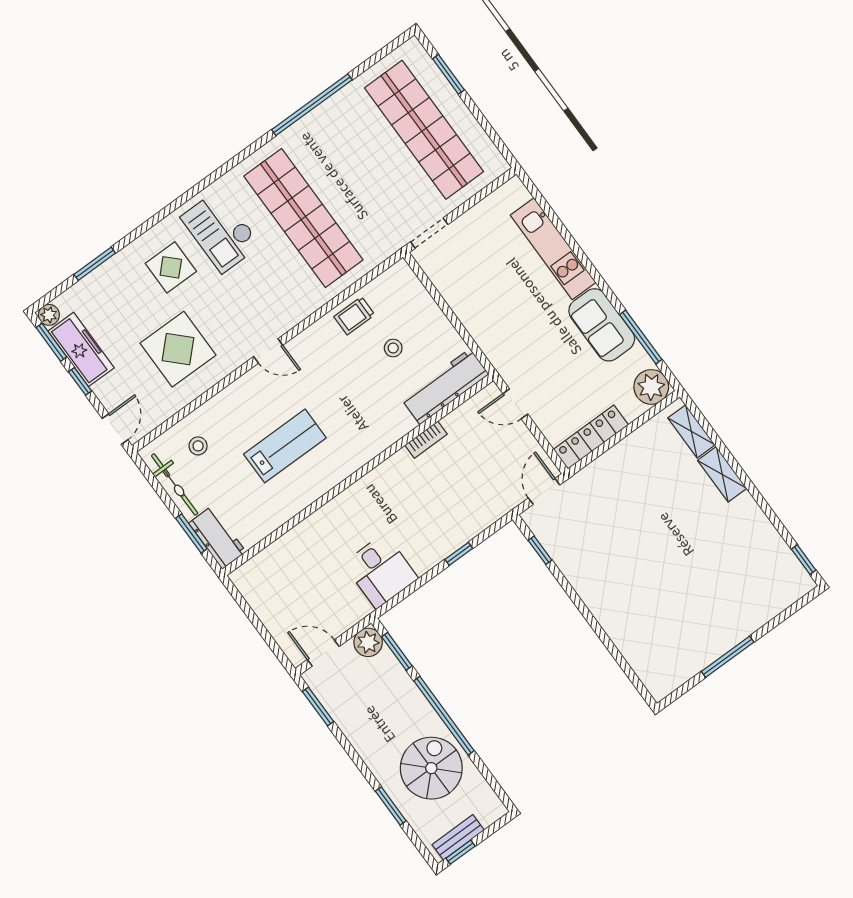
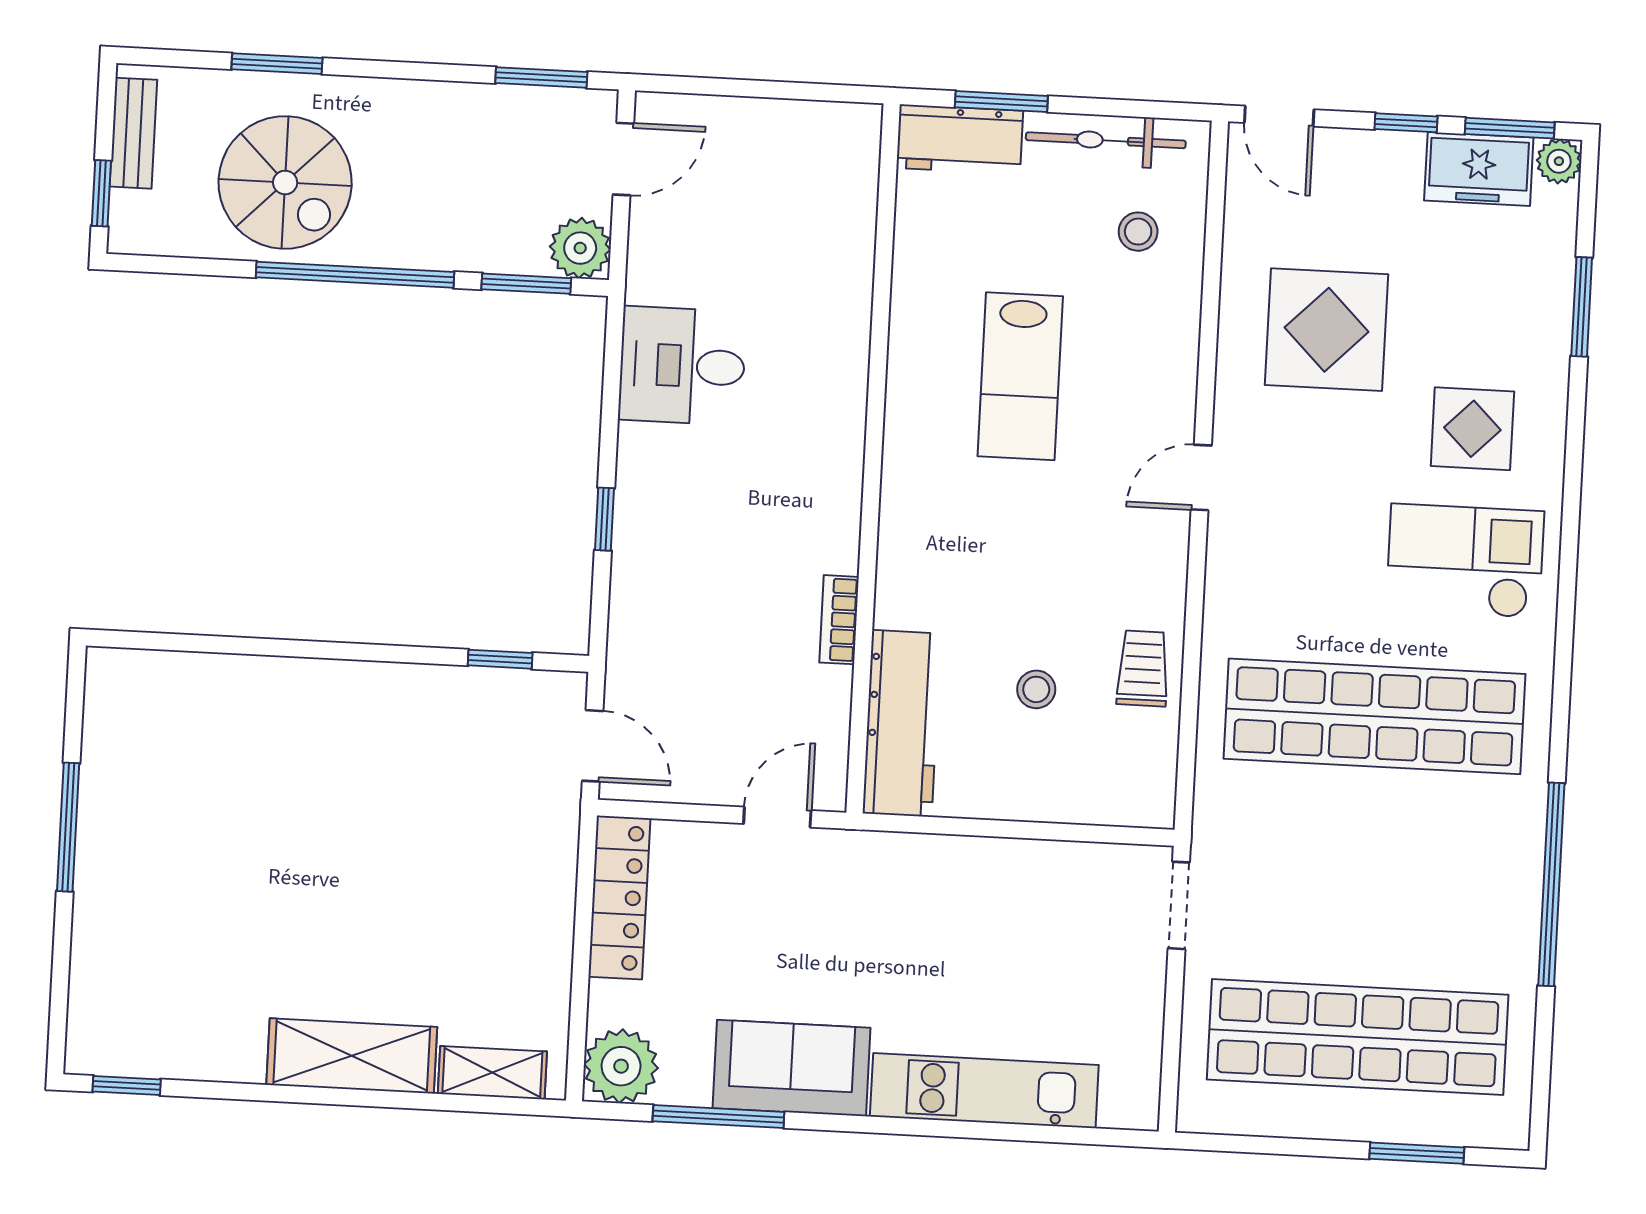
freezer: (81, 349) -> (1479, 169), width x0.71
shelving: (722, 474) -> (352, 1056), width x1.50, depth x1.33
window: (461, 852) -> (101, 193), moved

